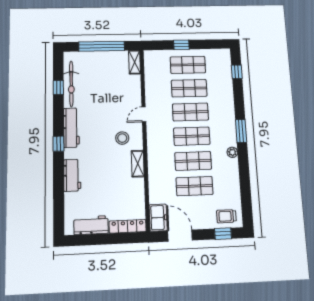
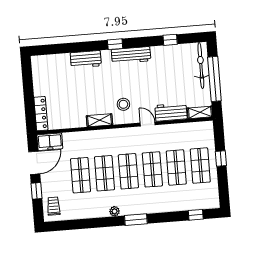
bicycle: (71, 84) -> (201, 66), moved, turned 90
workbench: (91, 225) -> (171, 112), moved, turned -90
window: (223, 234) -> (36, 191), moved

